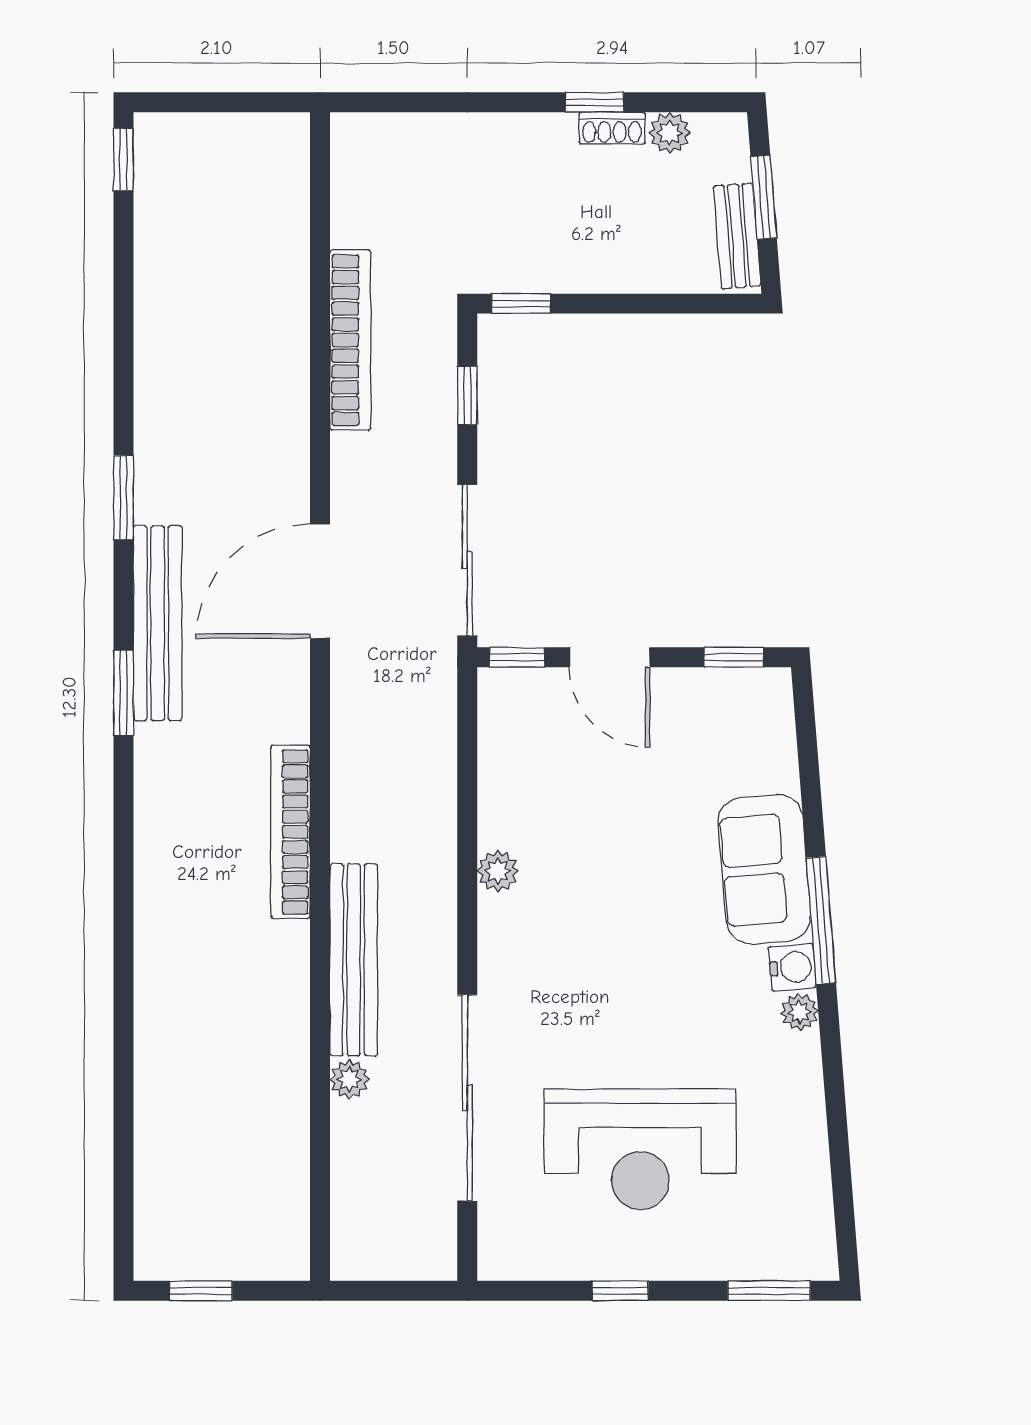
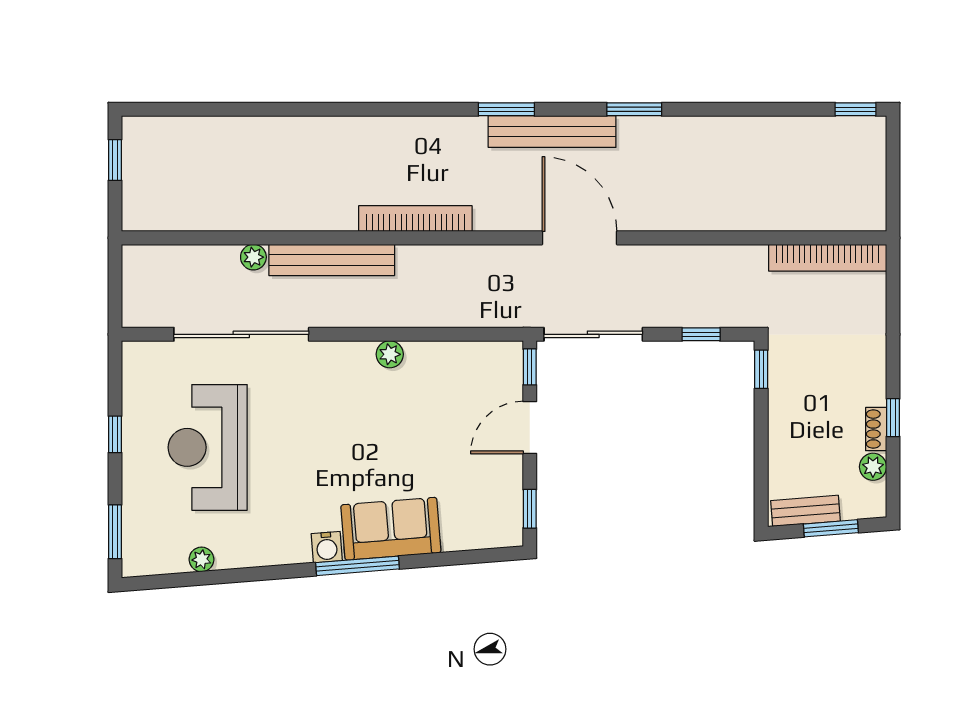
bookcase: (350, 340) -> (828, 258), moved
plant: (800, 1012) -> (201, 559), moved

